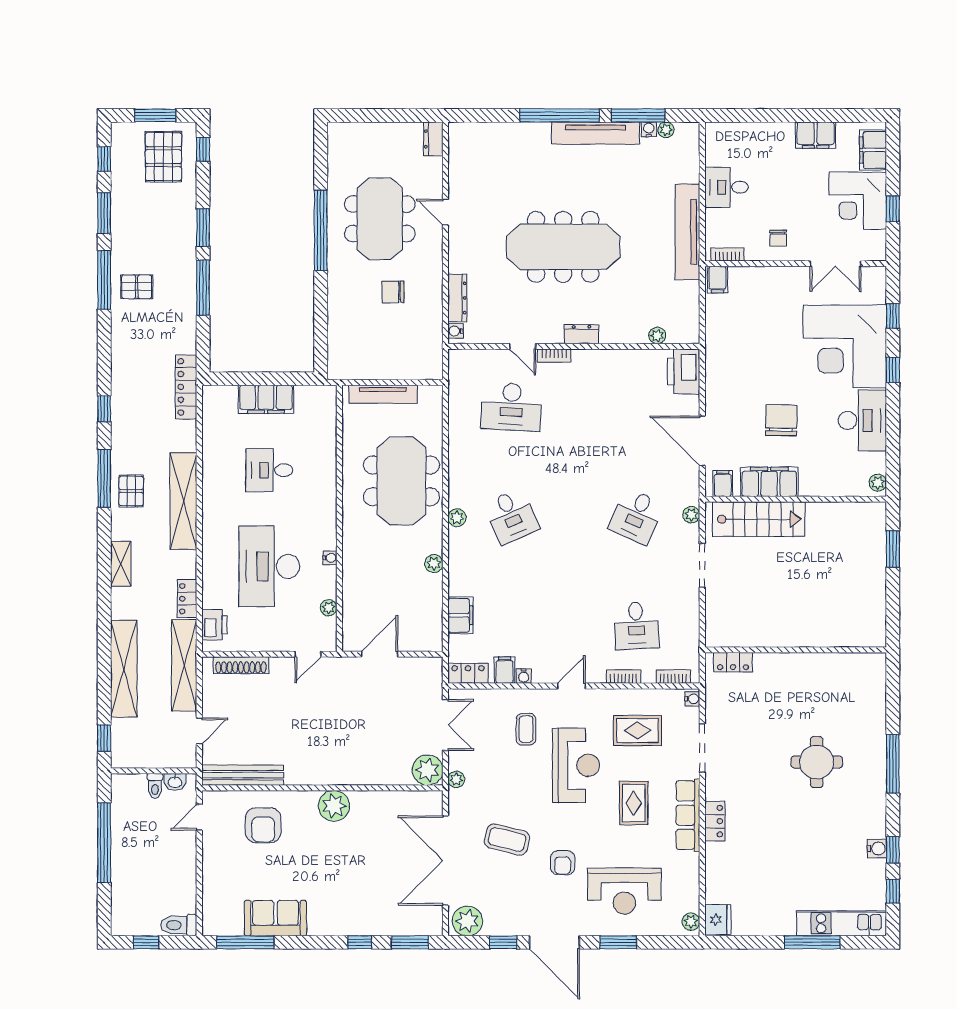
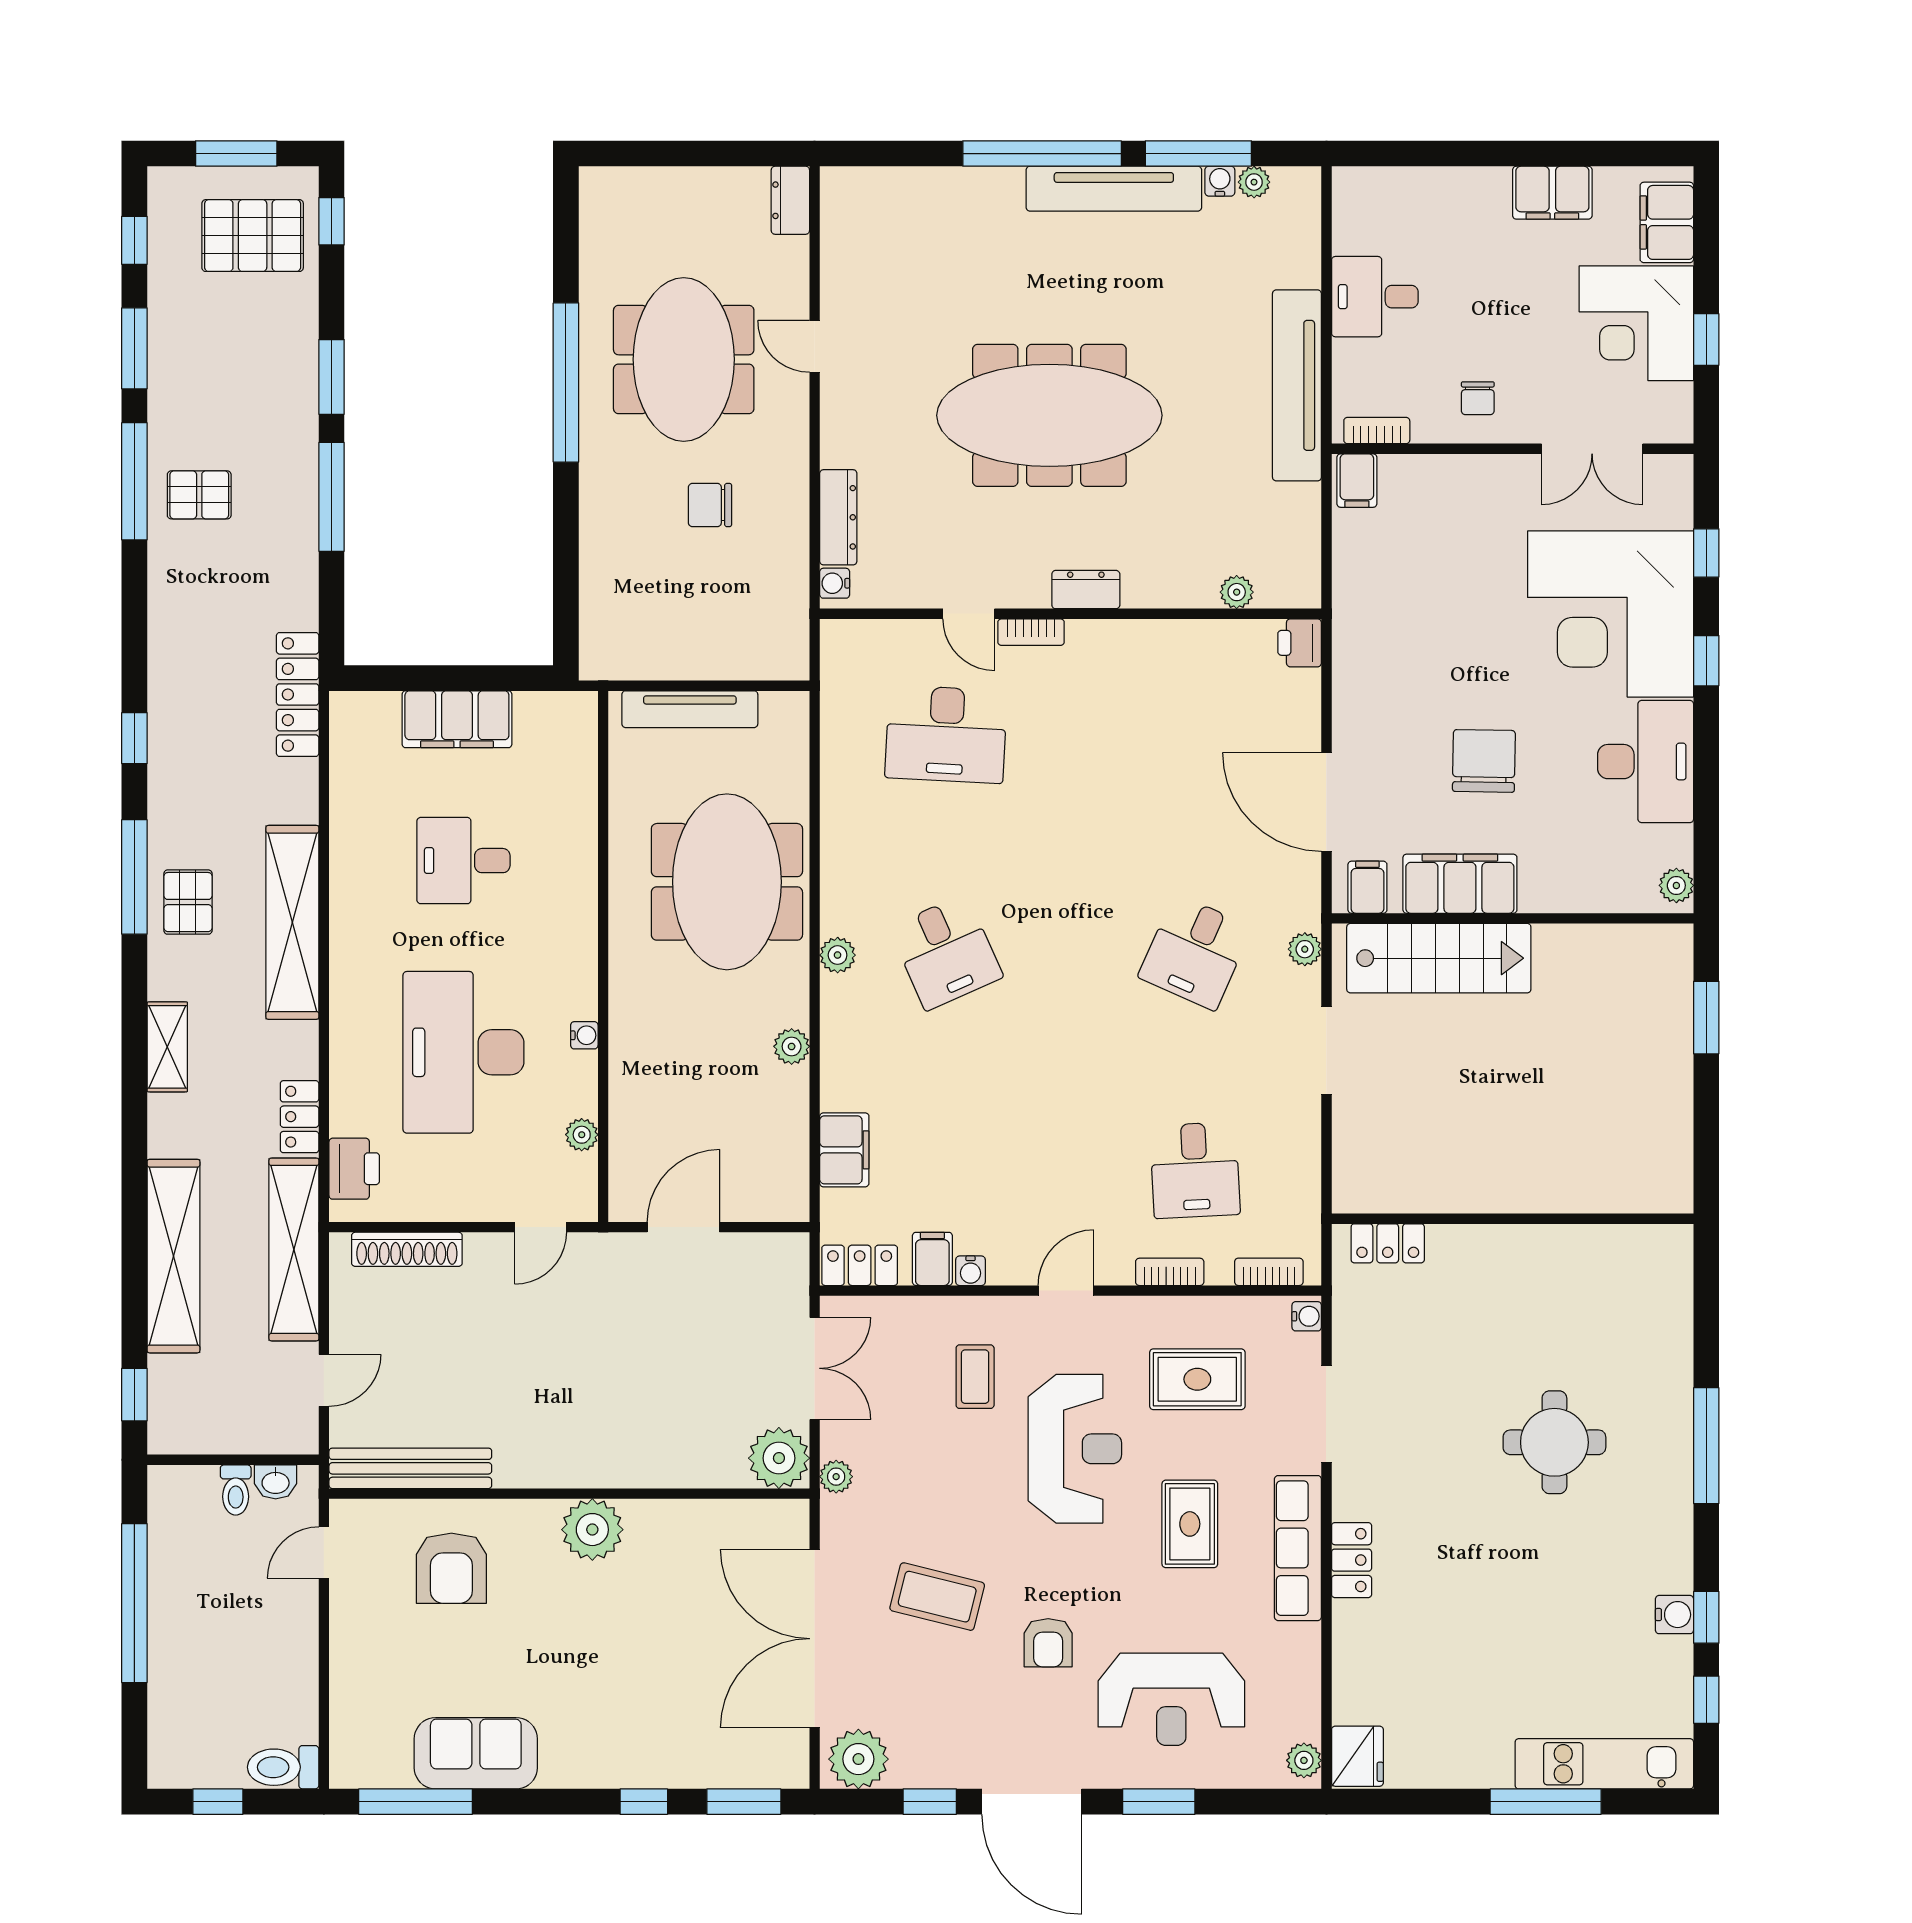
pallet: (163, 157) -> (253, 236), turned 90
printer: (684, 371) -> (1300, 643), width x0.53, depth x0.68

